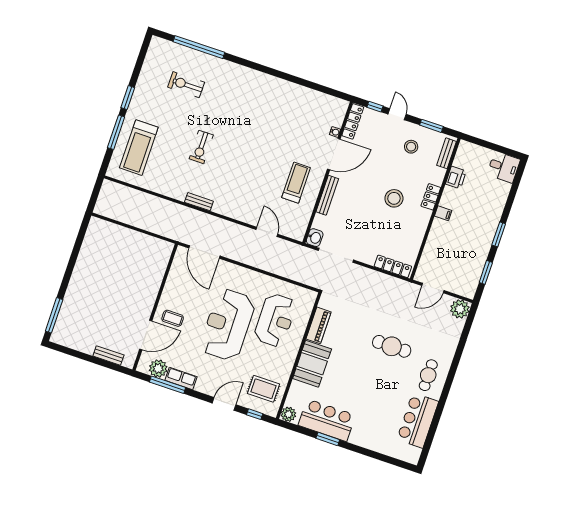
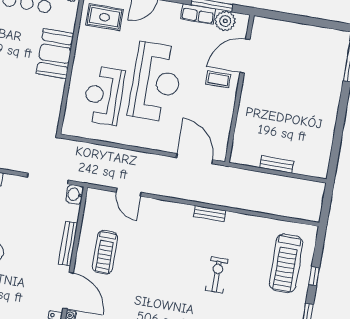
window: (116, 132) -> (314, 276), width x0.46
treadmill: (139, 148) -> (286, 263), turned 180
door: (334, 154) -> (68, 291), swing flipped
piano: (319, 325) -> (55, 97), removed
bench: (108, 355) -> (277, 164), moved

